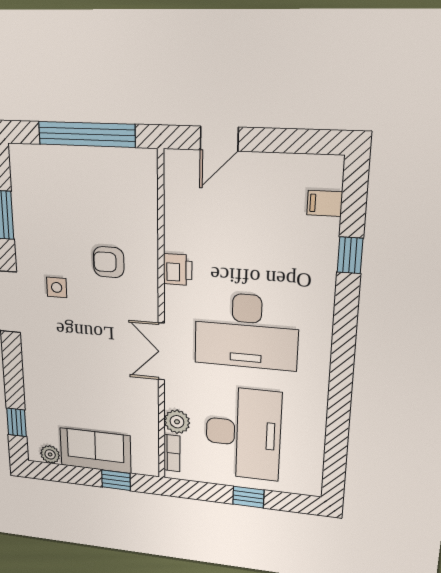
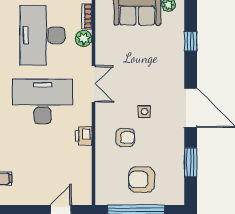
armchair: (80, 190) -> (142, 180), added
side table: (57, 287) -> (145, 112), moved
window: (17, 422) -> (191, 41), moved

